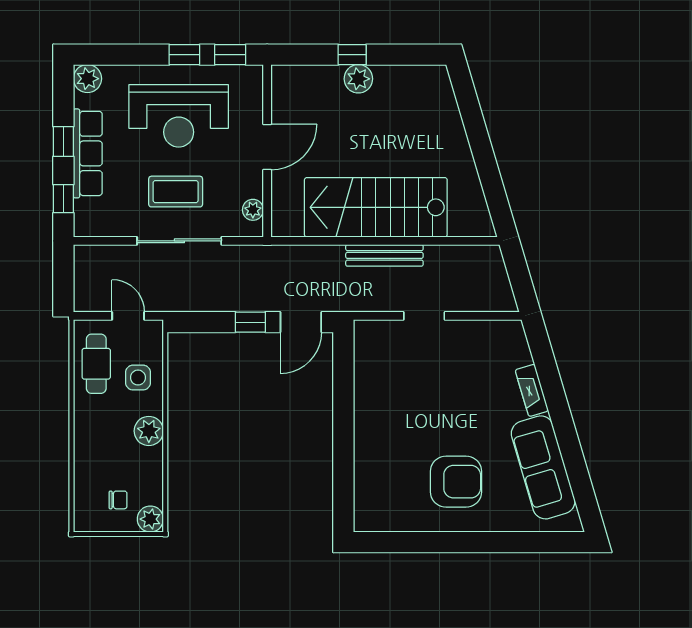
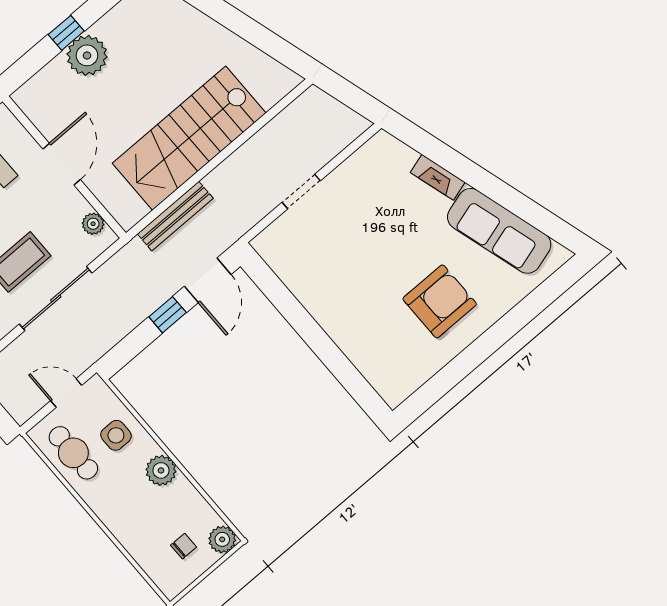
plant: (358, 79) -> (87, 55), width x1.36, depth x1.36
bench: (384, 255) -> (175, 216), moved

